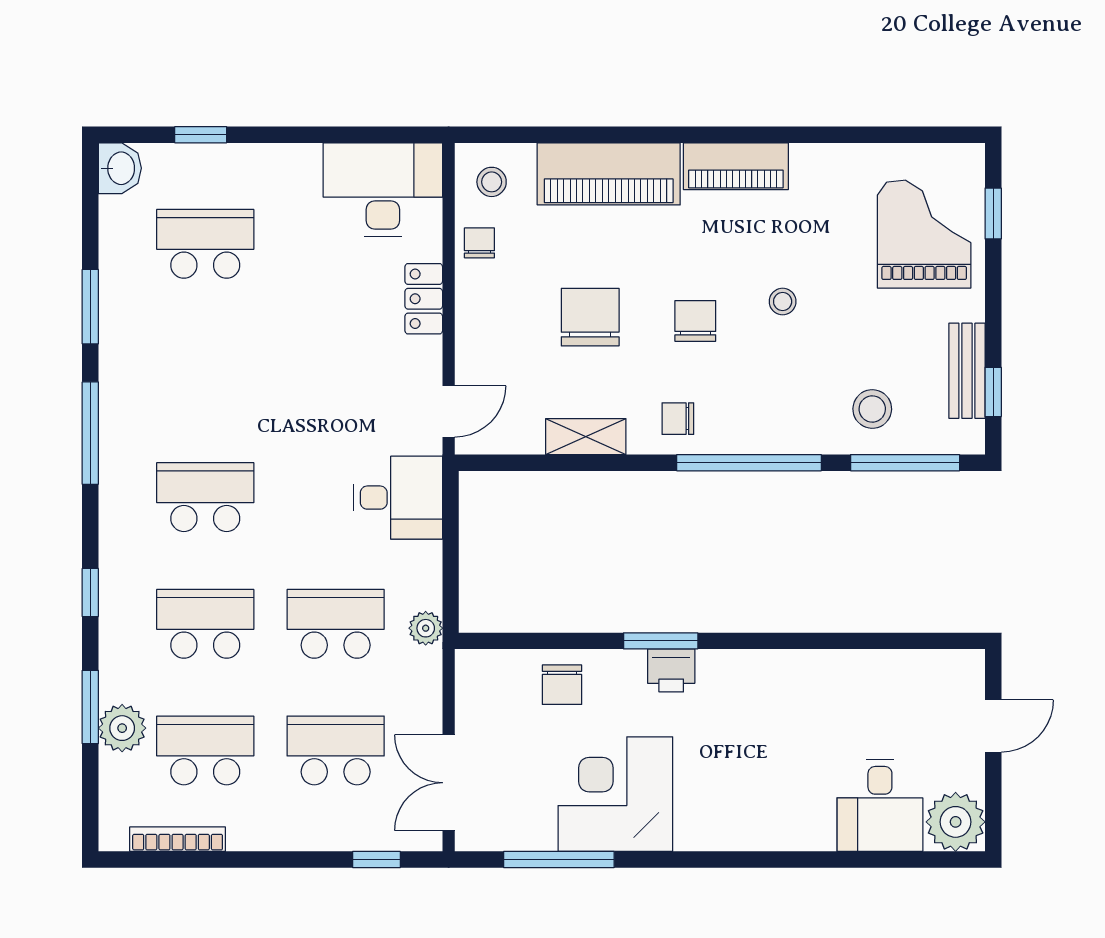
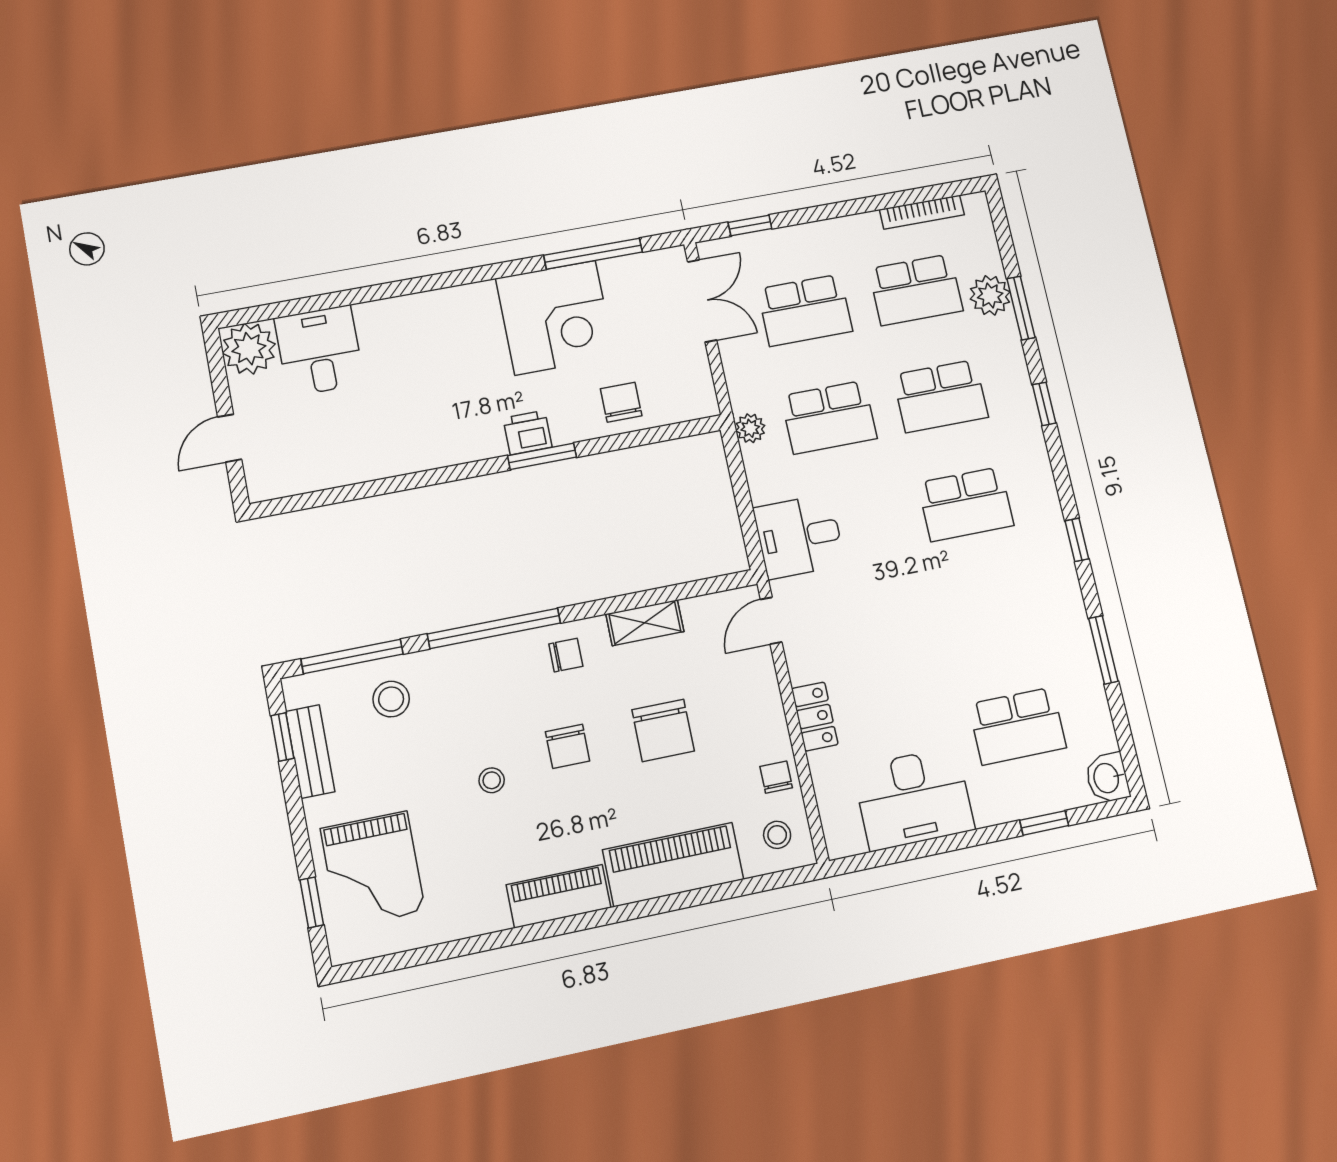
desk: (383, 190) -> (914, 799), moved
chair: (479, 243) -> (776, 777), turned 180
window: (90, 433) -> (1077, 540), width x0.46

